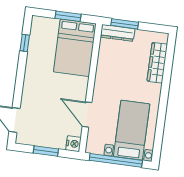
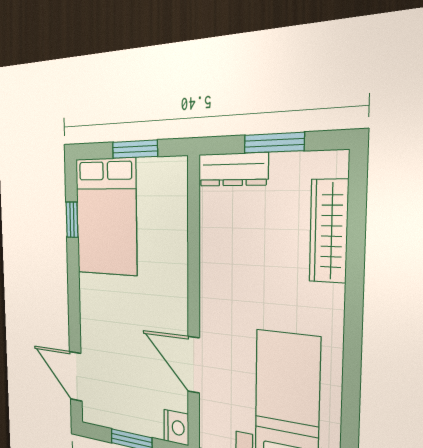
window: (125, 24) -> (274, 143), moved
bed: (75, 48) -> (106, 217), moved

